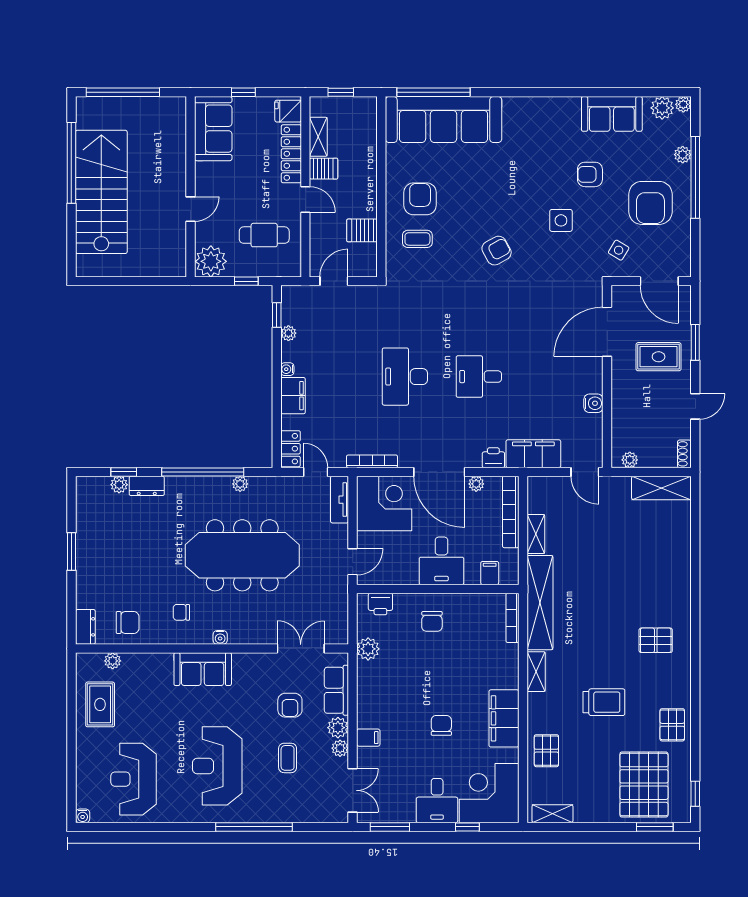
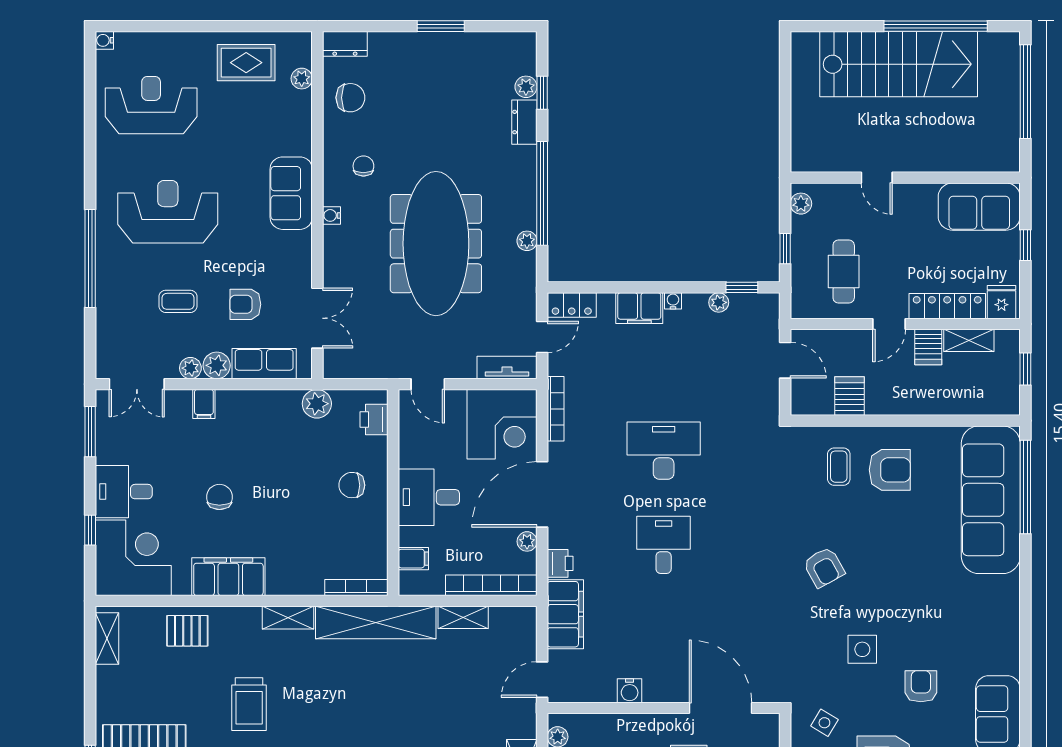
plant: (211, 261) -> (801, 204), width x0.53, depth x0.53
chair: (128, 623) -> (350, 98), turned -90
chair: (441, 725) -> (219, 497), turned -90

